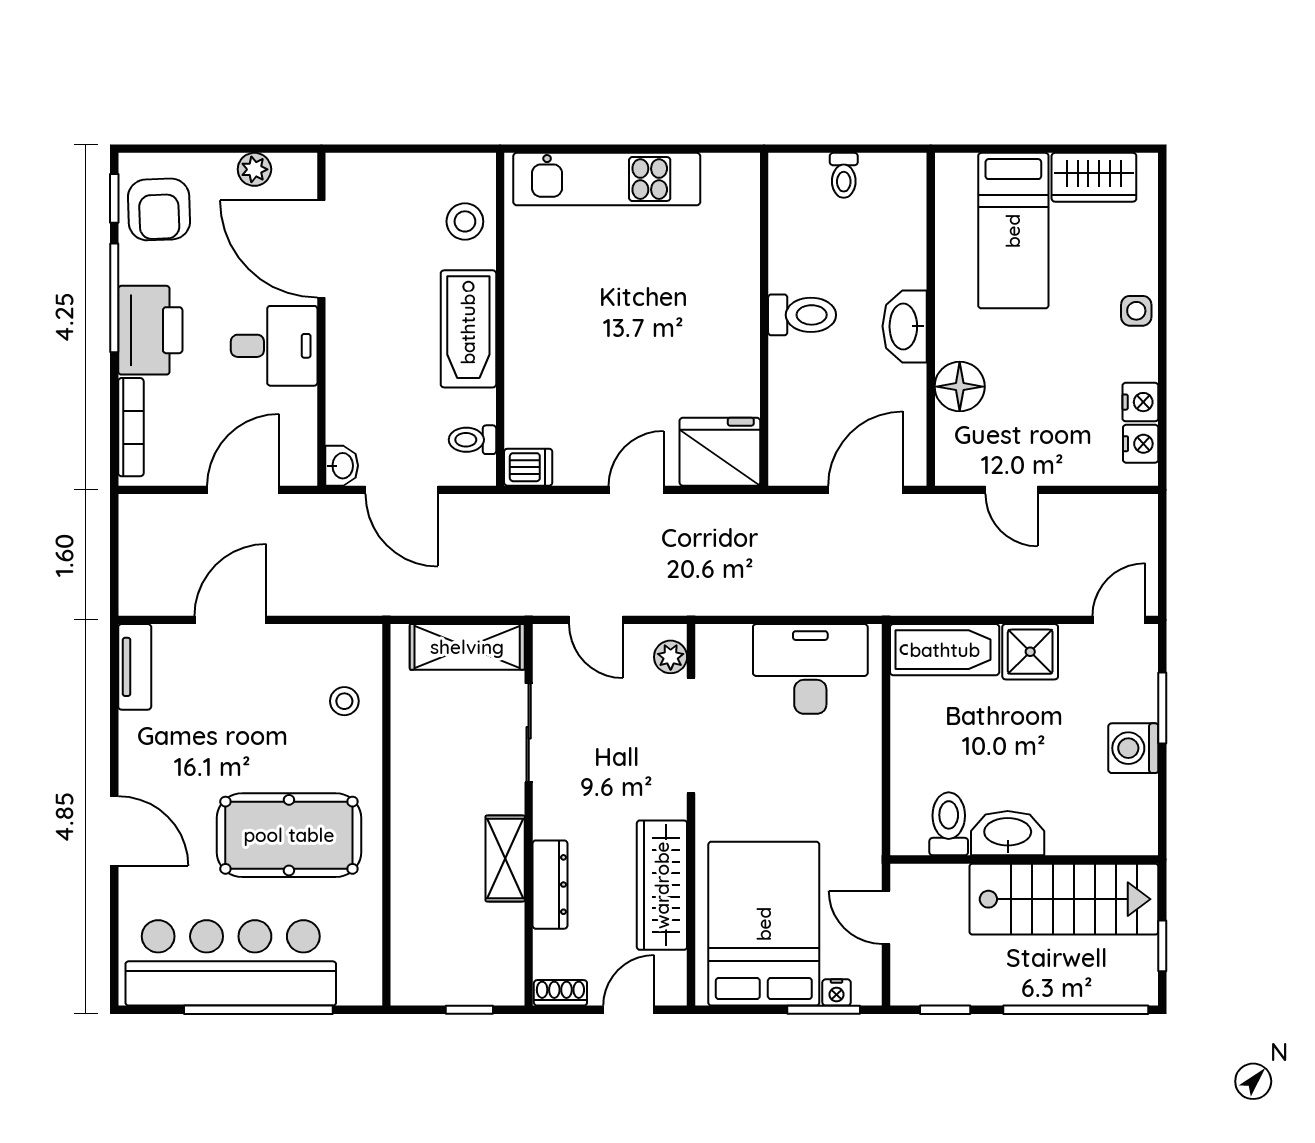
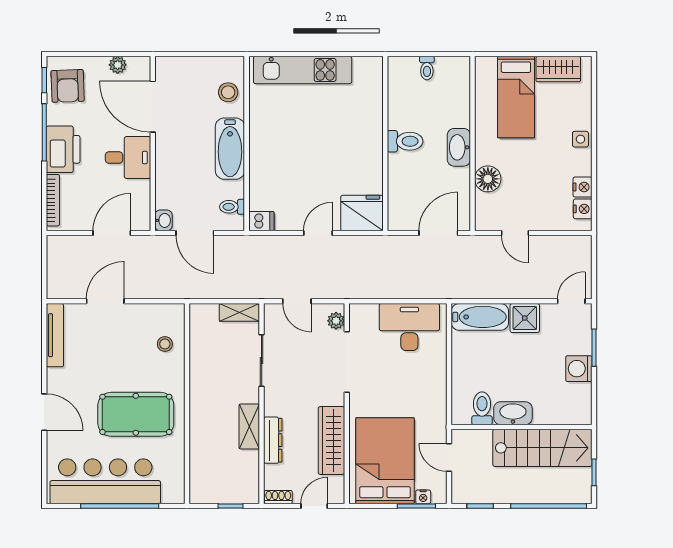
shelving: (467, 647) -> (239, 312), width x0.67, depth x0.75
tv unit: (135, 667) -> (55, 335), width x1.41

